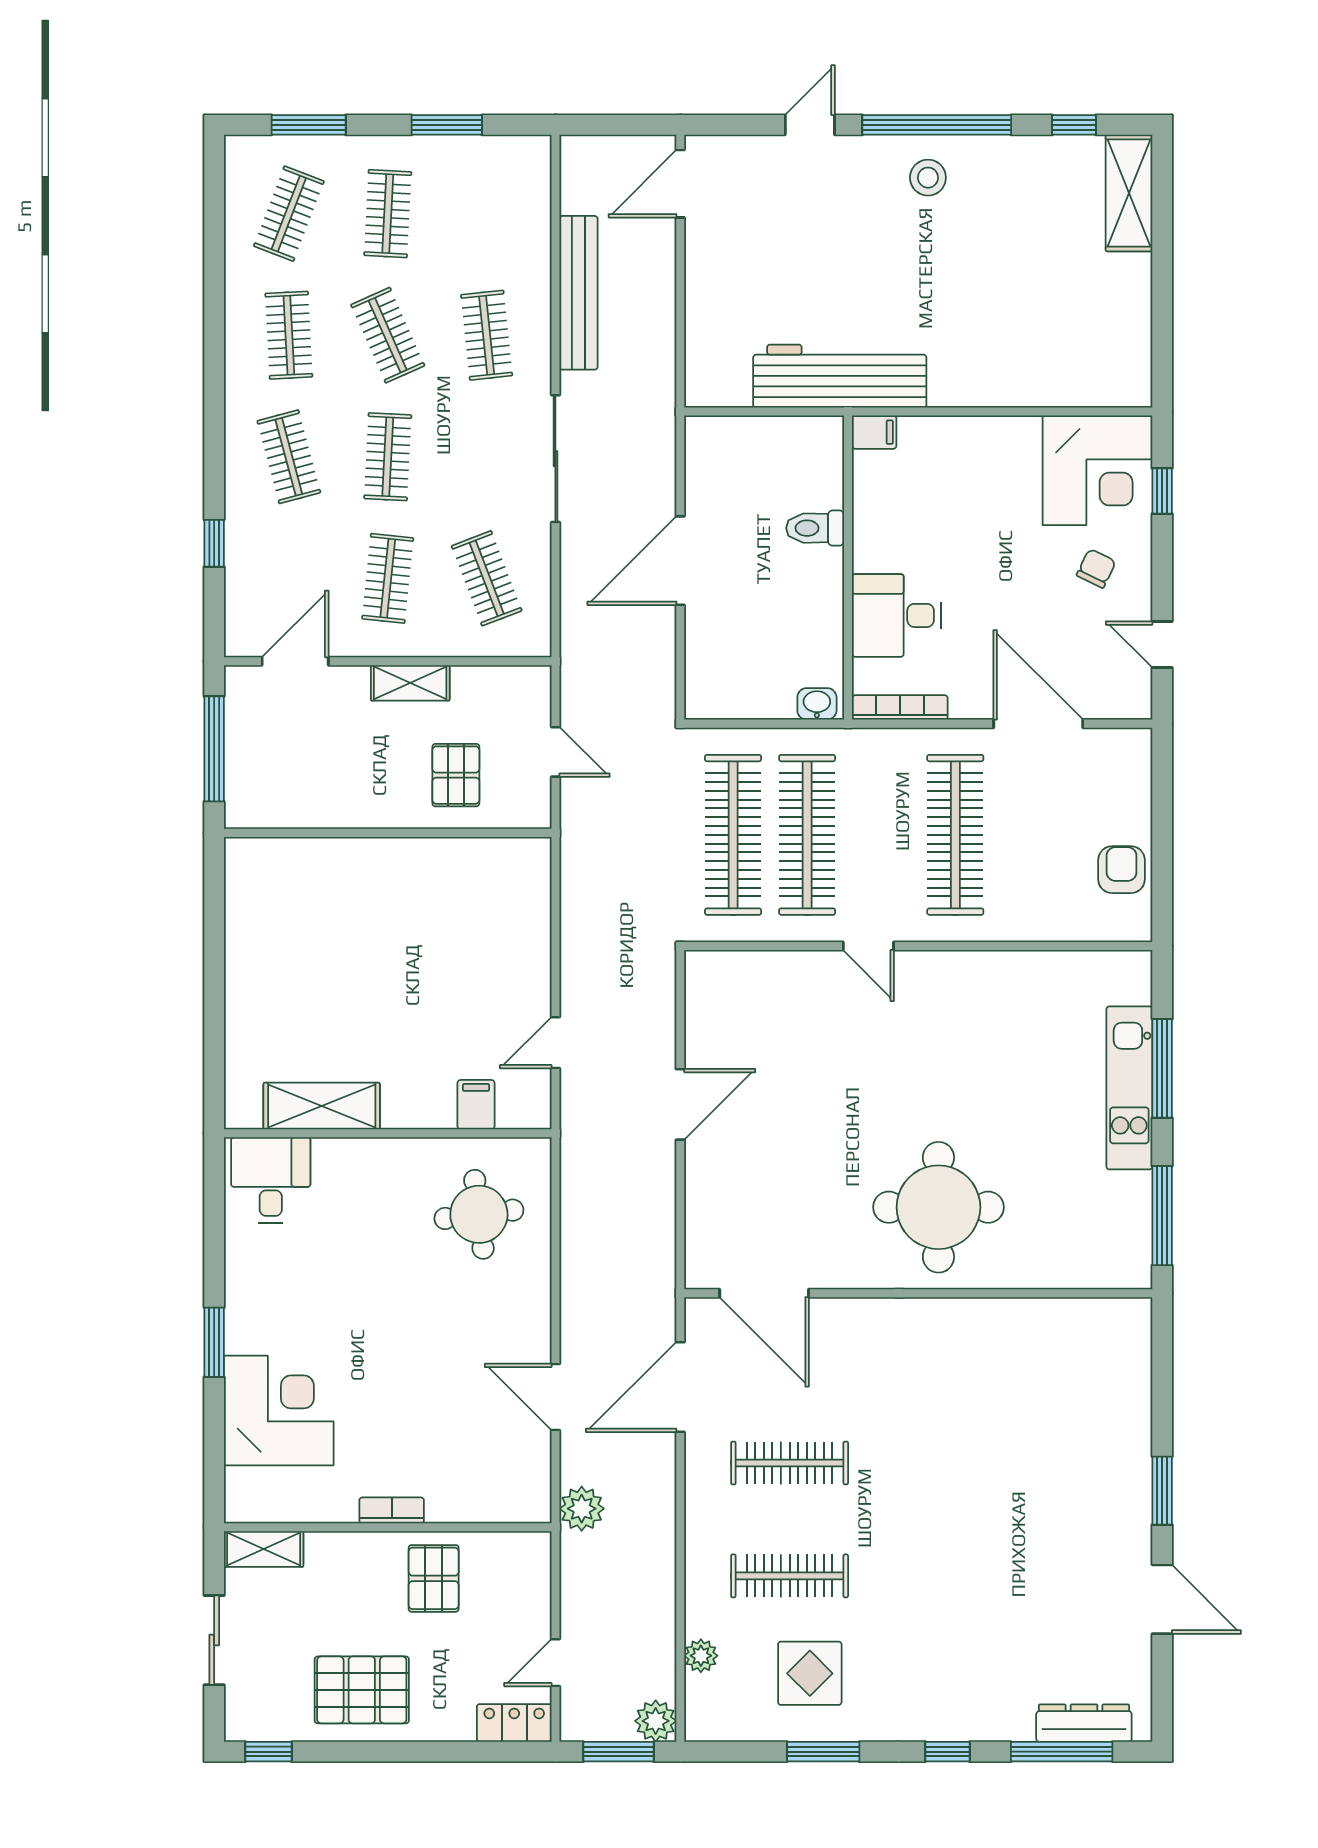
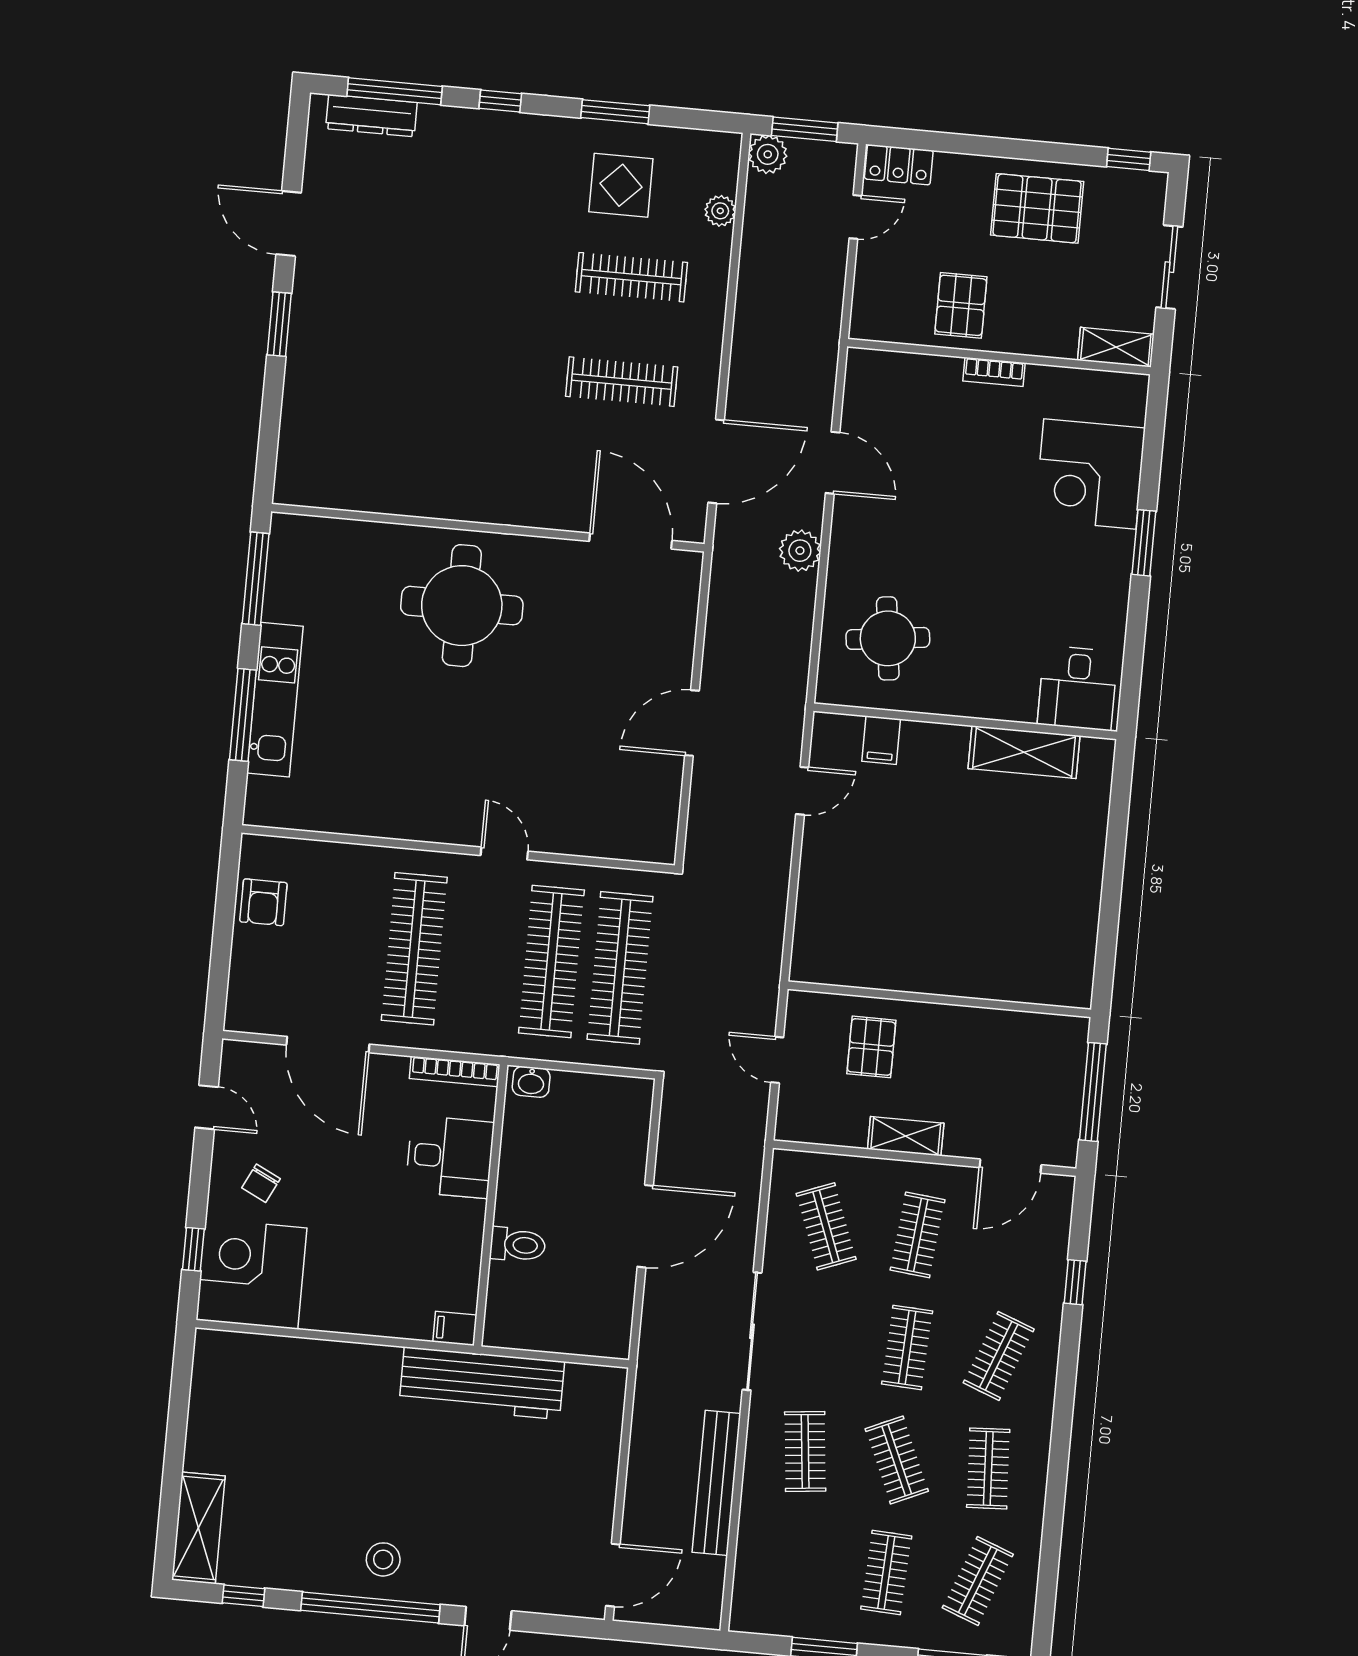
clothes rail: (289, 457) -> (999, 1356), turned 36
plant: (582, 1509) -> (800, 551), moved

